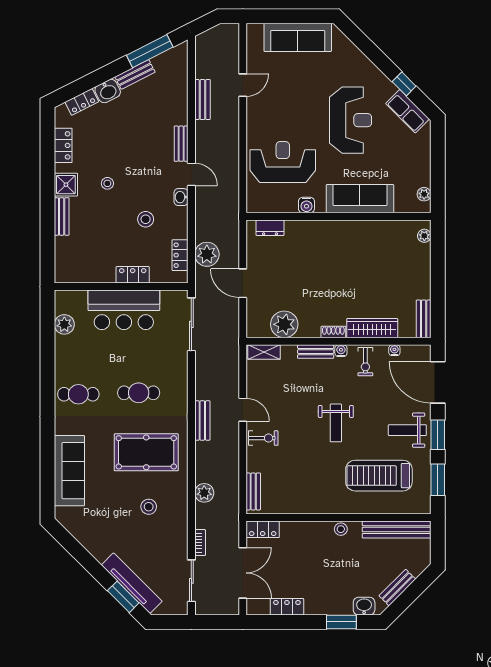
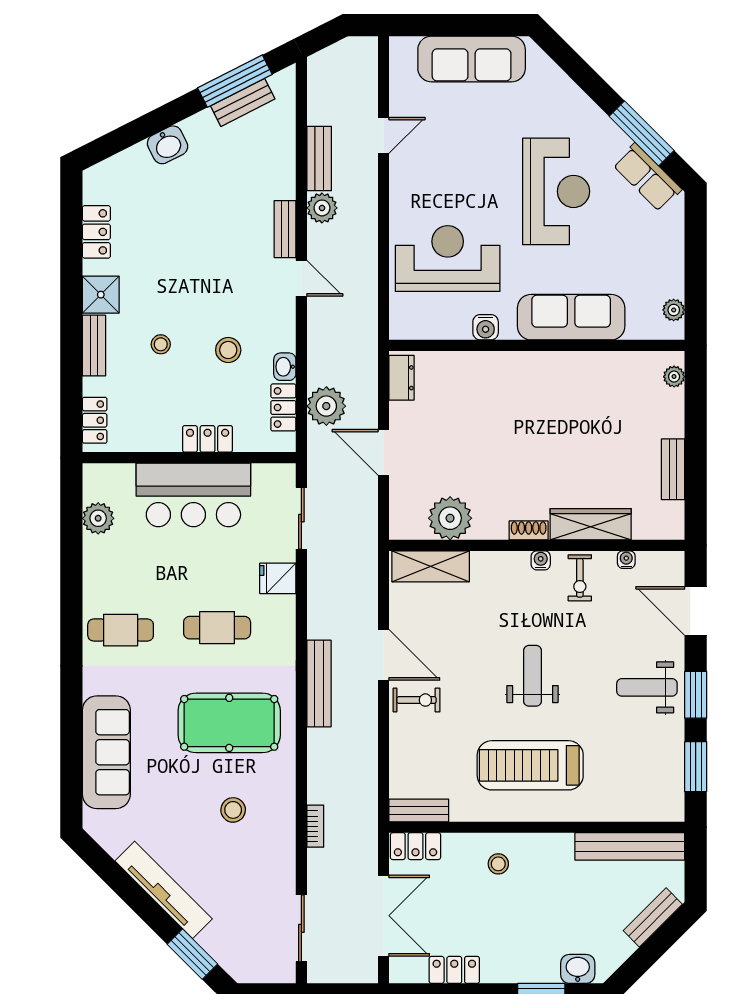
bench: (135, 74) -> (243, 102), moved
window: (404, 84) -> (642, 133), width x2.17
locker: (82, 102) -> (95, 420), moved, turned -63
stool: (107, 183) -> (161, 344), moved
washbasin: (181, 197) -> (285, 367), moved
dresser: (270, 228) -> (402, 378), moved, turned -90
bench: (424, 319) -> (673, 469), moved
sliding door: (191, 324) -> (301, 518), width x0.73
shelving: (264, 352) -> (431, 566), width x1.50, depth x1.33
bench: (316, 352) -> (500, 562), removed
fridge: (177, 362) -> (278, 578), added
door: (438, 382) -> (696, 611), width x0.73
door: (243, 410) -> (384, 655), width x1.38
bench: (202, 420) -> (319, 683), width x1.36
weight bench: (336, 423) -> (533, 676), turned 180
treadmill: (379, 476) -> (530, 765), moved
bench: (253, 491) -> (419, 810), moved, turned 90
plant: (204, 493) -> (322, 208), moved
stool: (341, 529) -> (498, 864), moved
bookcase: (200, 543) -> (315, 826), moved
tv unit: (132, 583) -> (164, 890), moved
bench: (397, 588) -> (653, 917), moved

